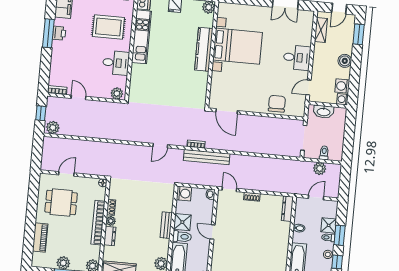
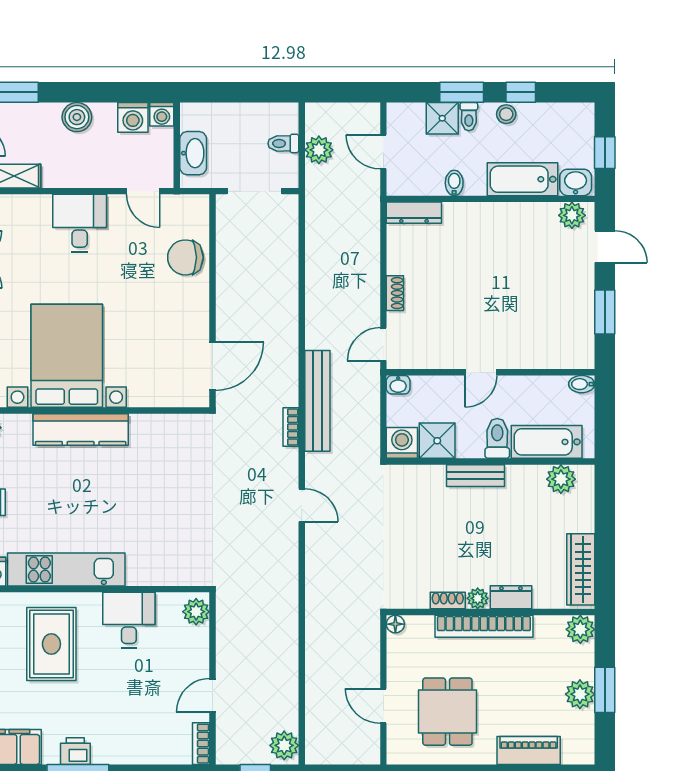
shower: (182, 222) -> (437, 441), moved

